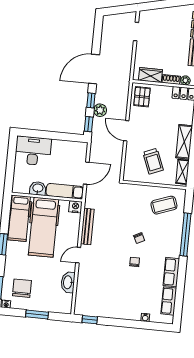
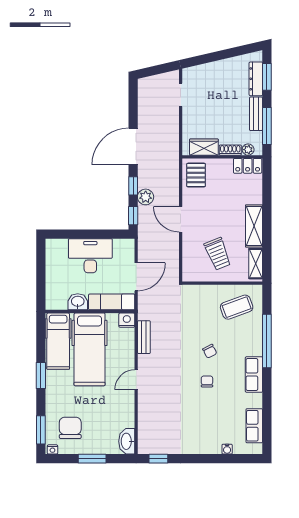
desk: (33, 151) -> (90, 256), moved
bench: (87, 227) -> (144, 337), width x0.73
row of seats: (171, 272) -> (254, 374), moved
washbasin: (68, 282) -> (127, 441), moved

